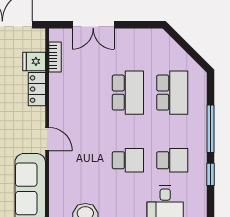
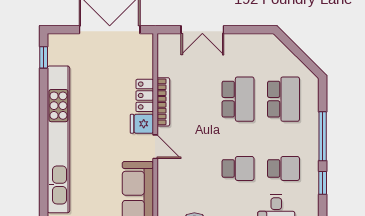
bookcase: (55, 57) -> (163, 102), moved, width x1.56
fridge: (34, 61) -> (142, 124), moved

